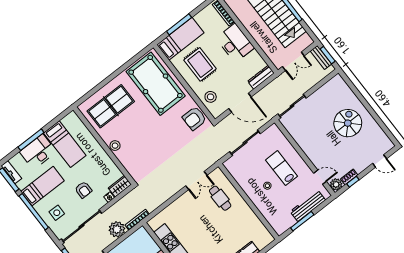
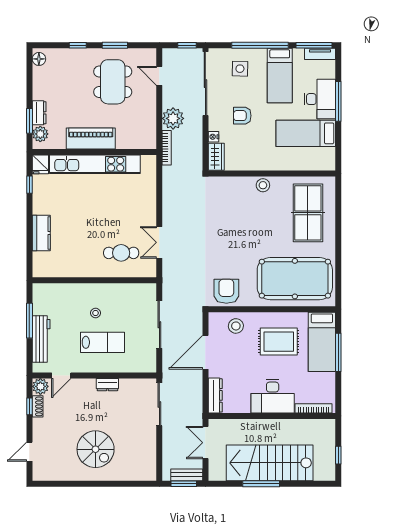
dresser: (304, 146) -> (107, 385), added

